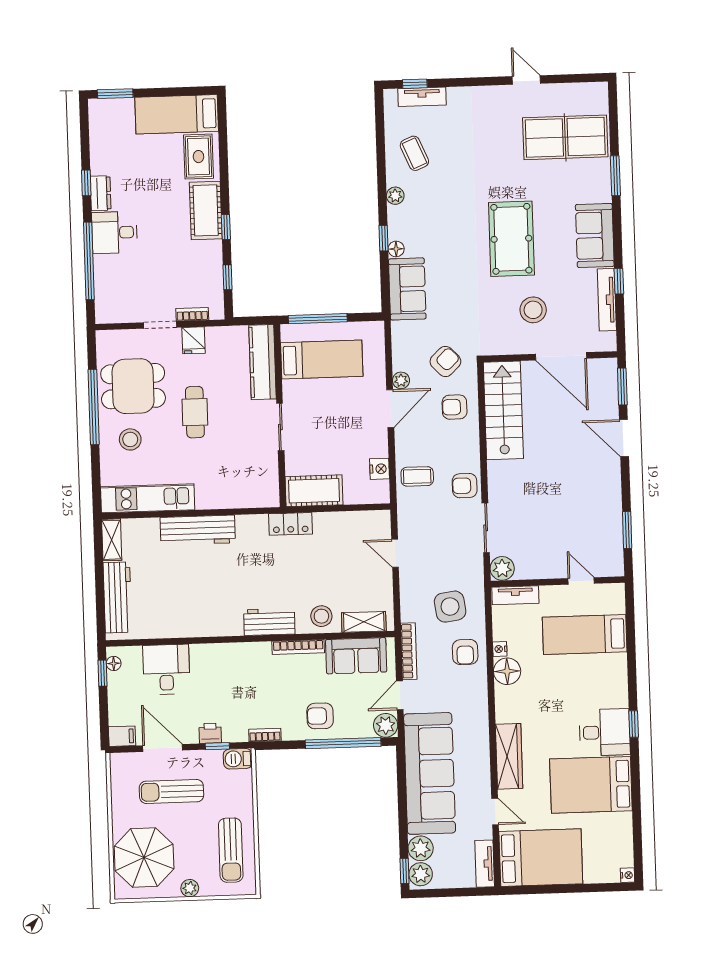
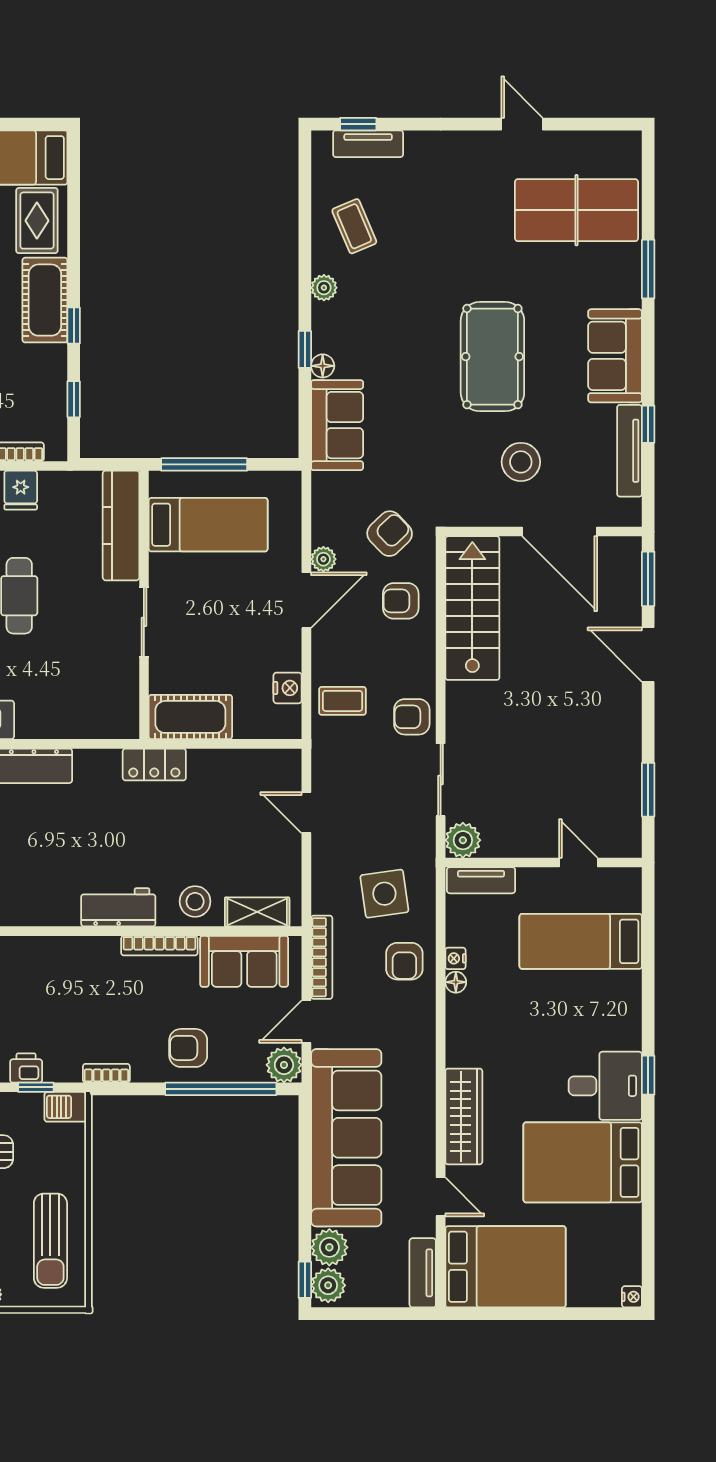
floor lamp: (507, 671) -> (456, 982), width x0.53, depth x0.53

